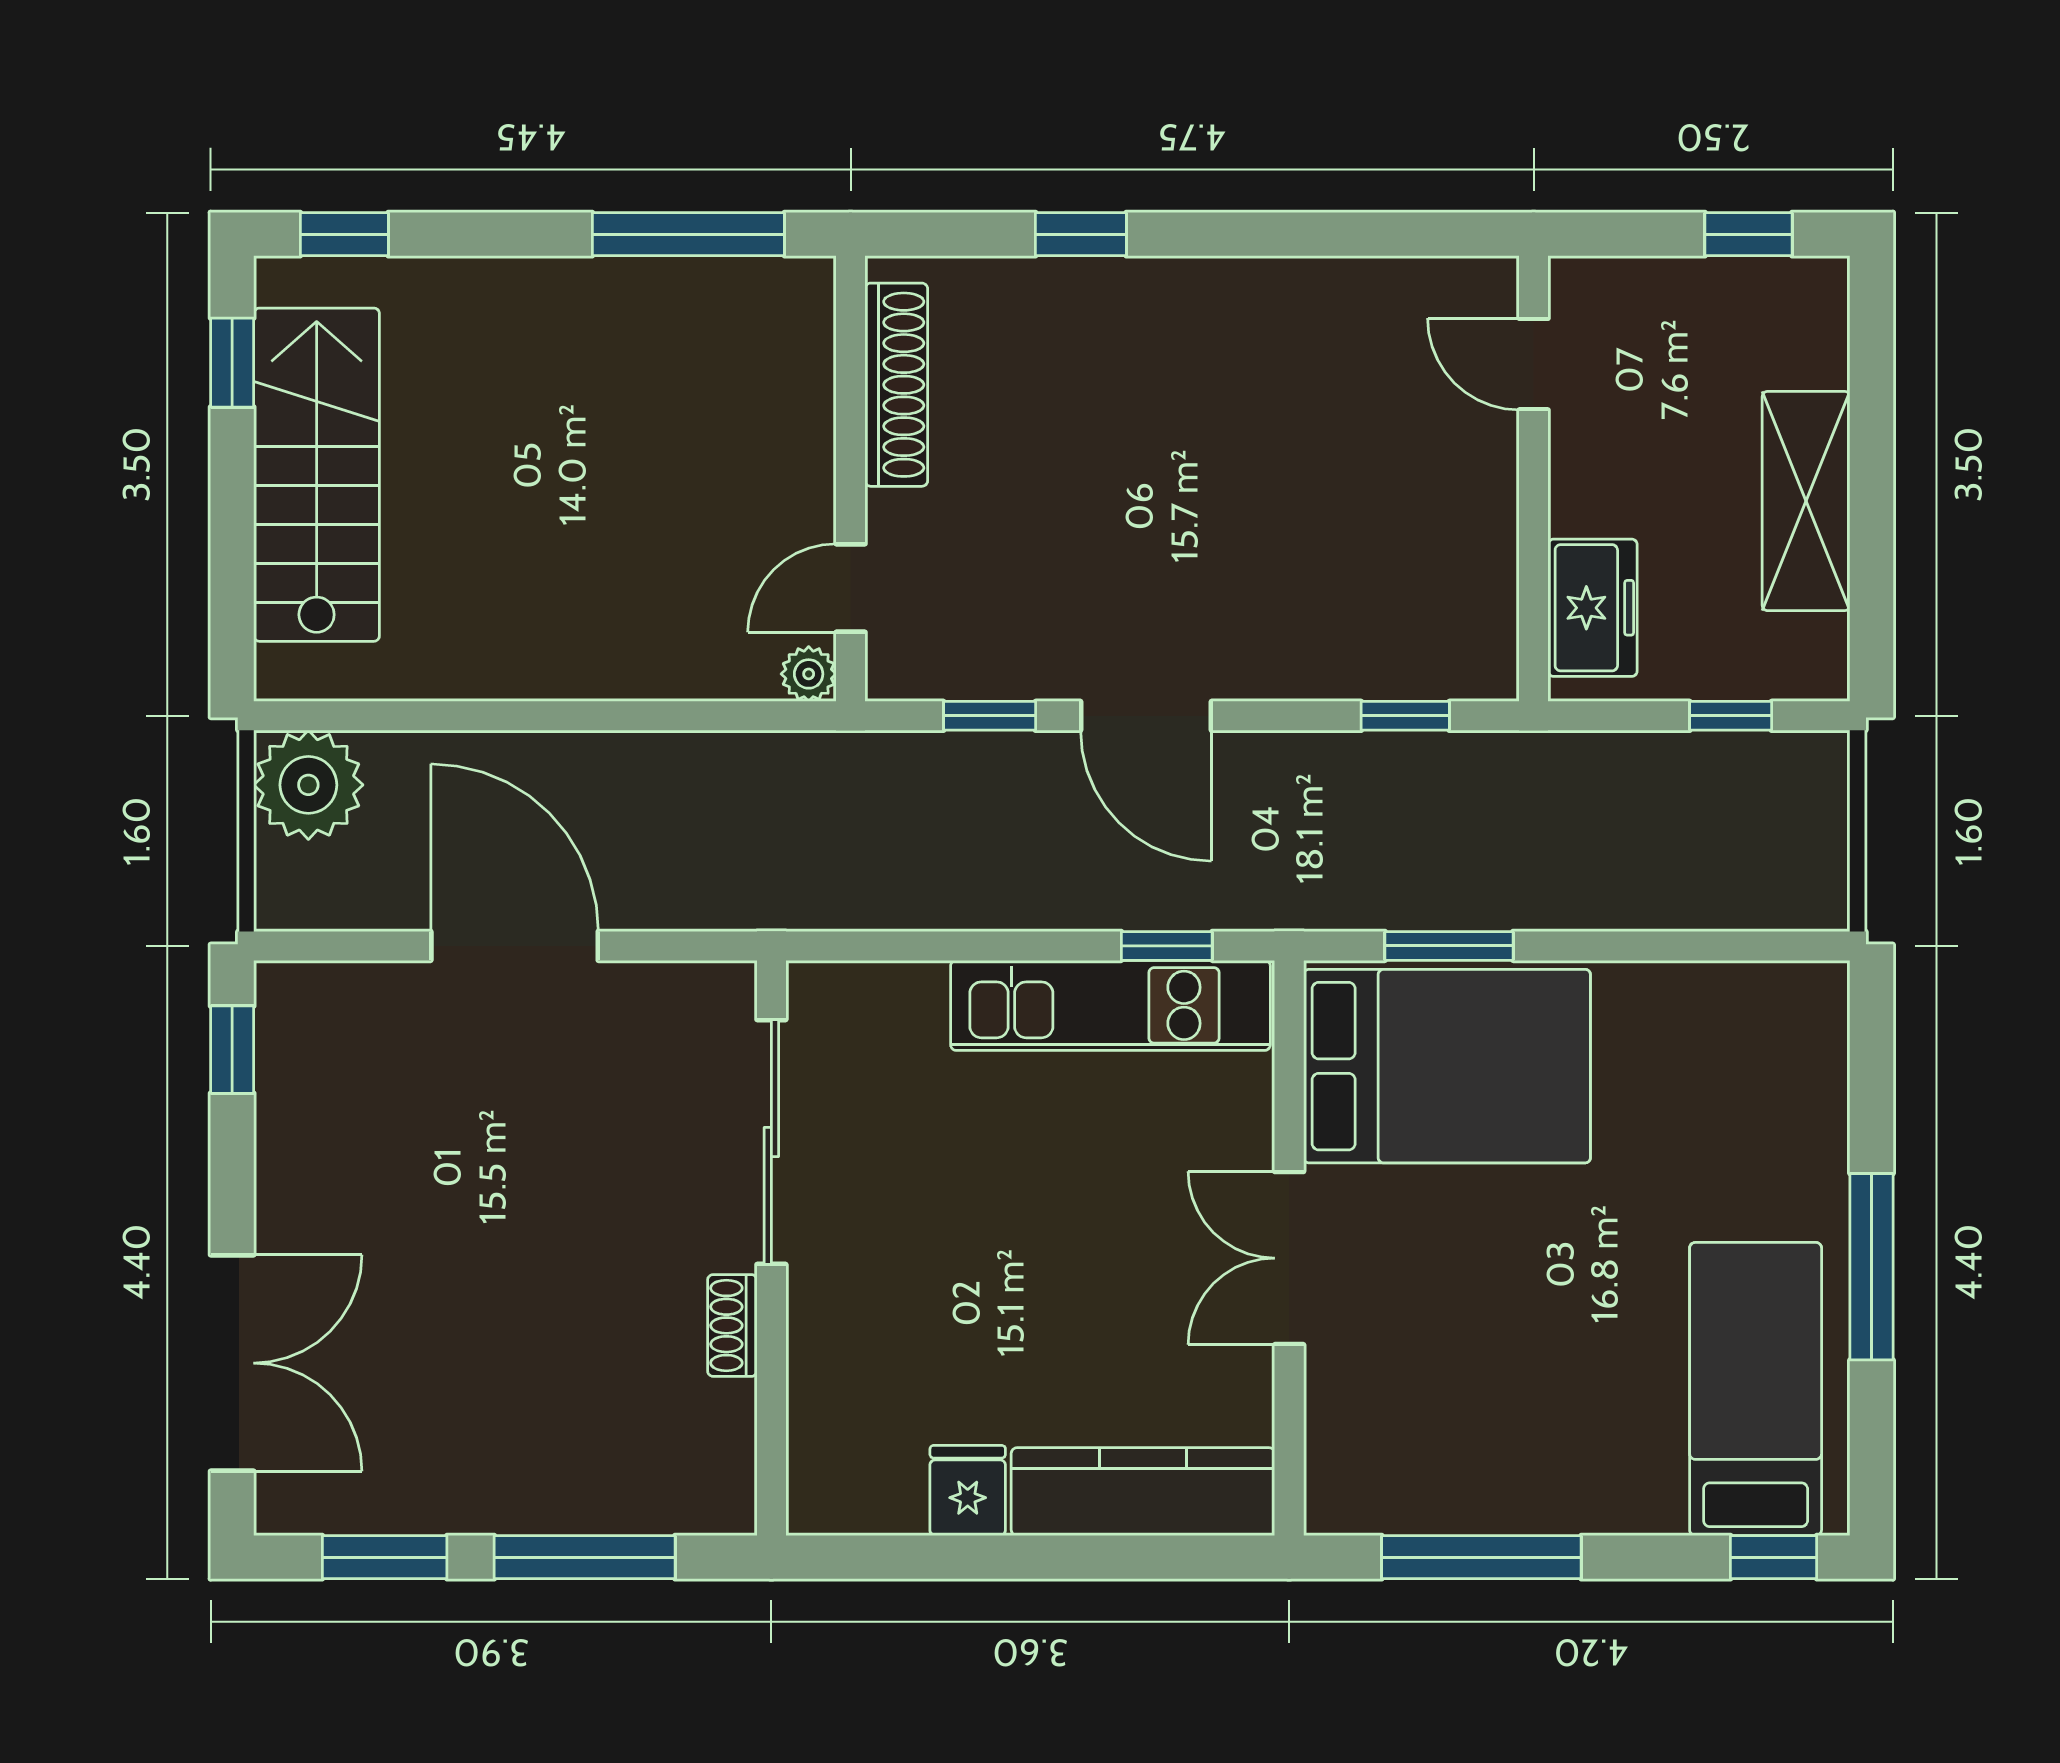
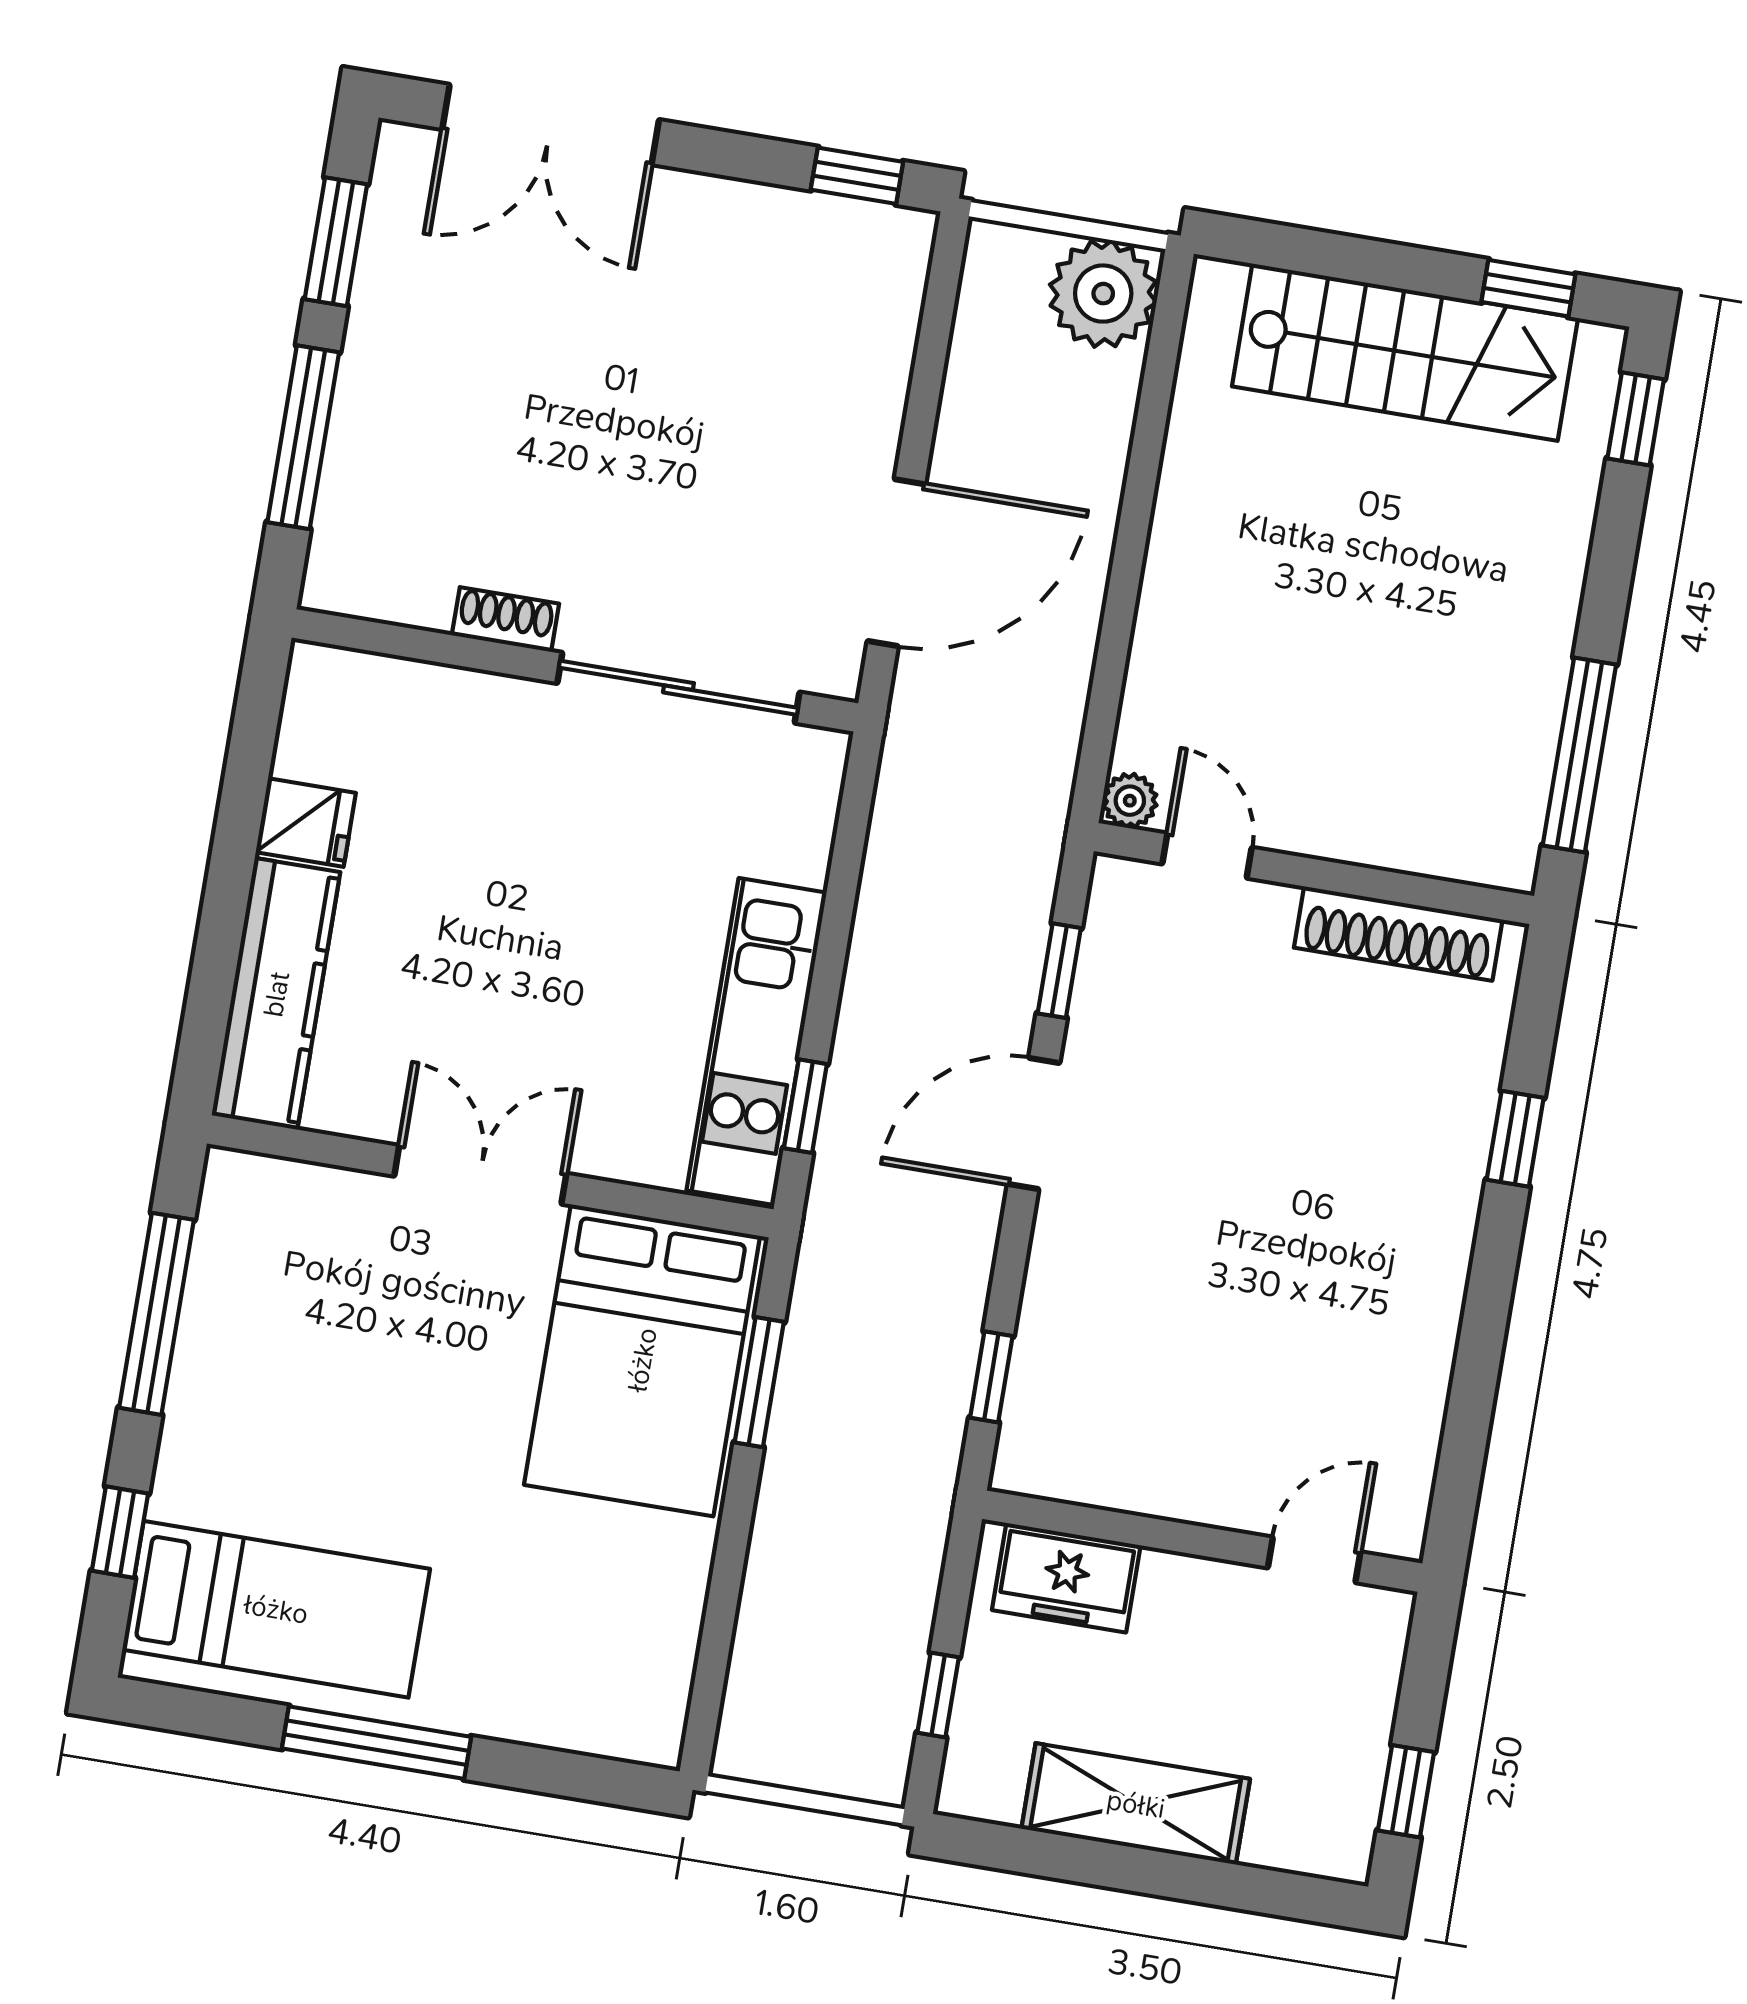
door: (515, 946) -> (896, 563), moved
window: (1774, 1557) -> (120, 1532), moved

